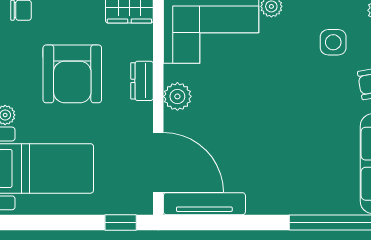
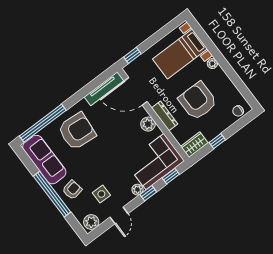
dresser: (142, 81) -> (165, 116), width x1.44
armchair: (297, 169) -> (77, 131), added

